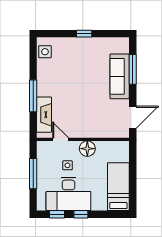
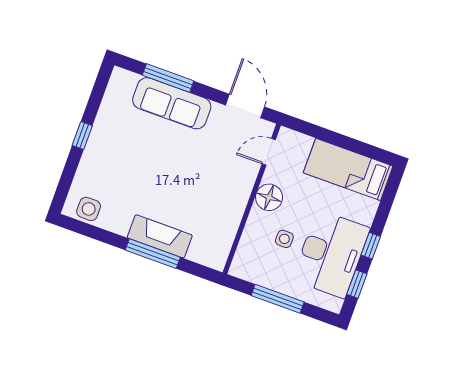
fireplace: (44, 115) -> (160, 236), moved
door: (61, 139) -> (269, 152), moved

